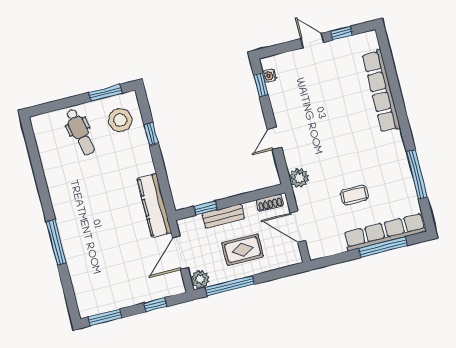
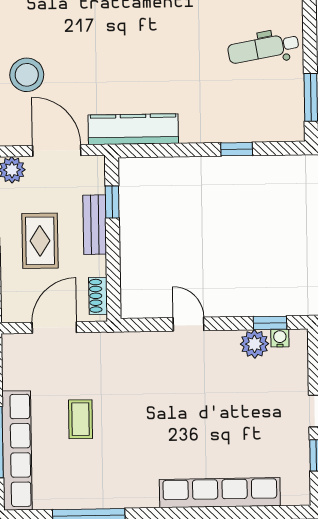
stool: (120, 120) -> (27, 75), moved
plant: (299, 178) -> (255, 344), moved

